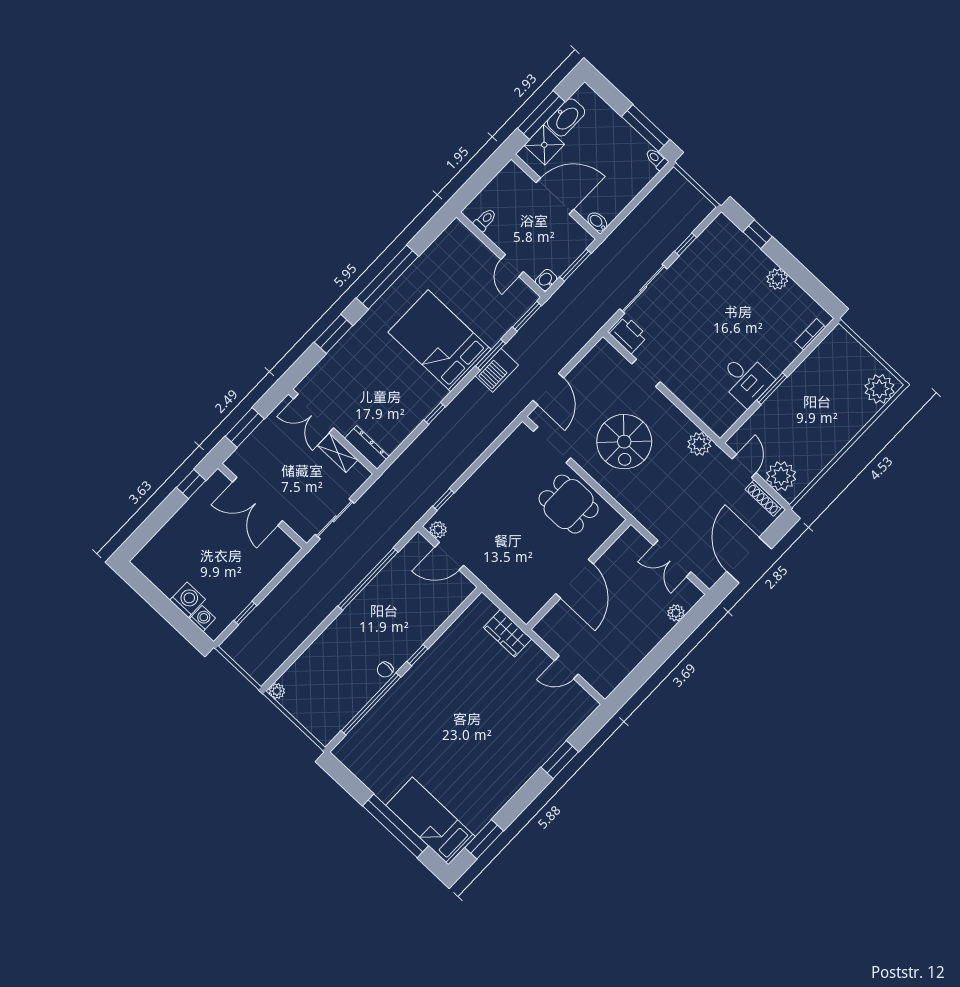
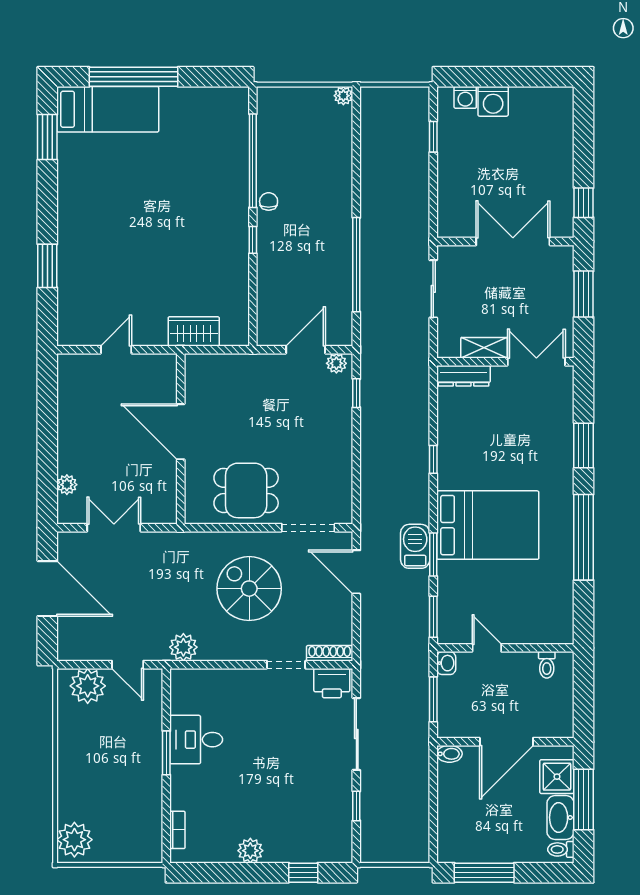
toilet: (656, 159) -> (561, 849), moved, turned 180
shoe rack: (764, 498) -> (330, 653), moved

